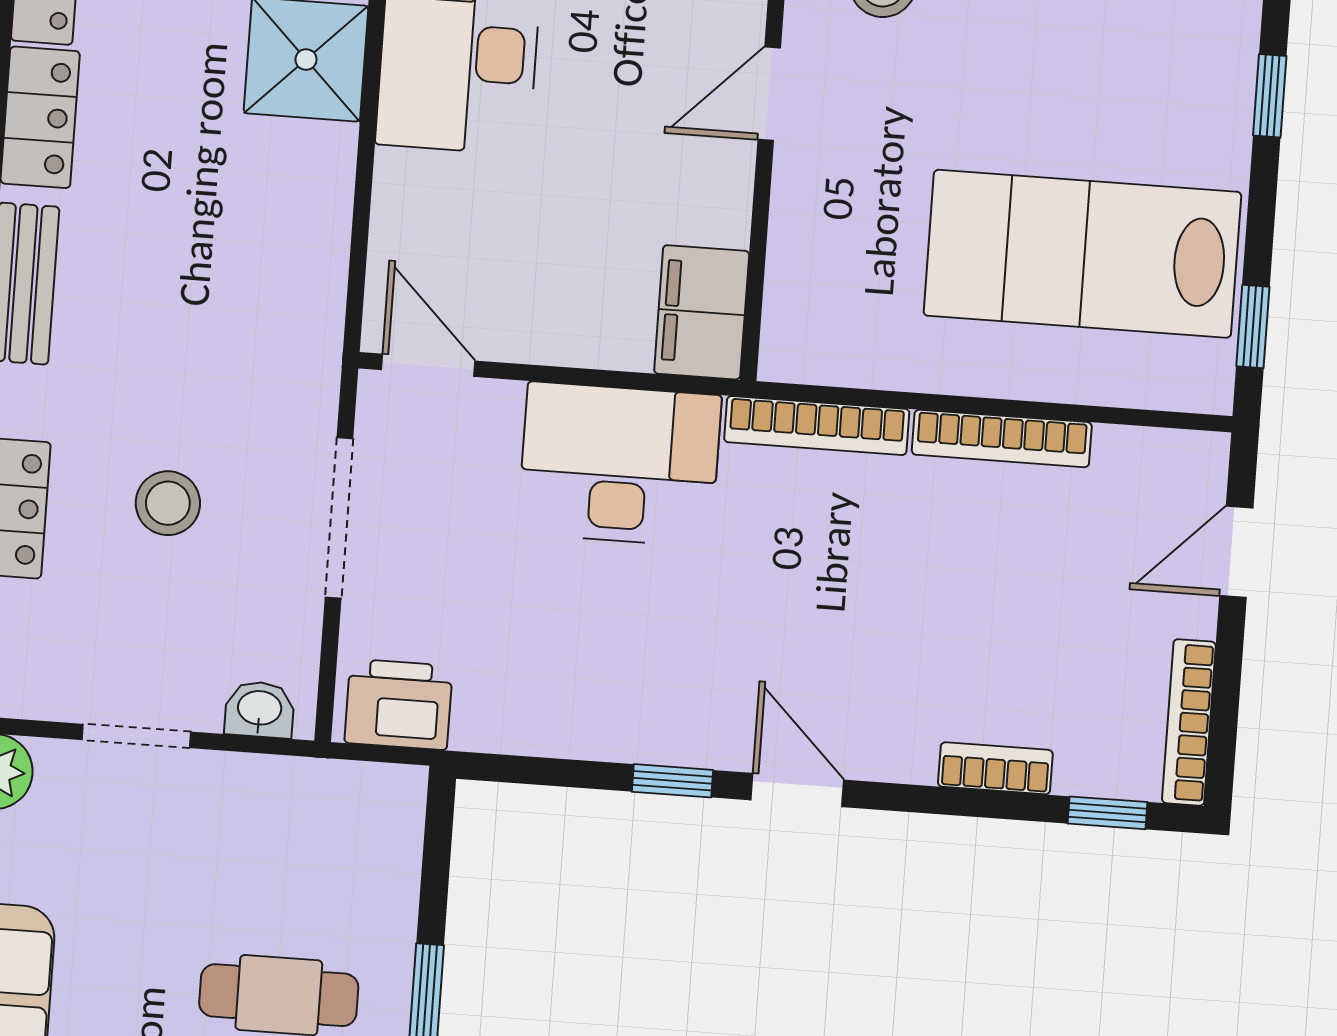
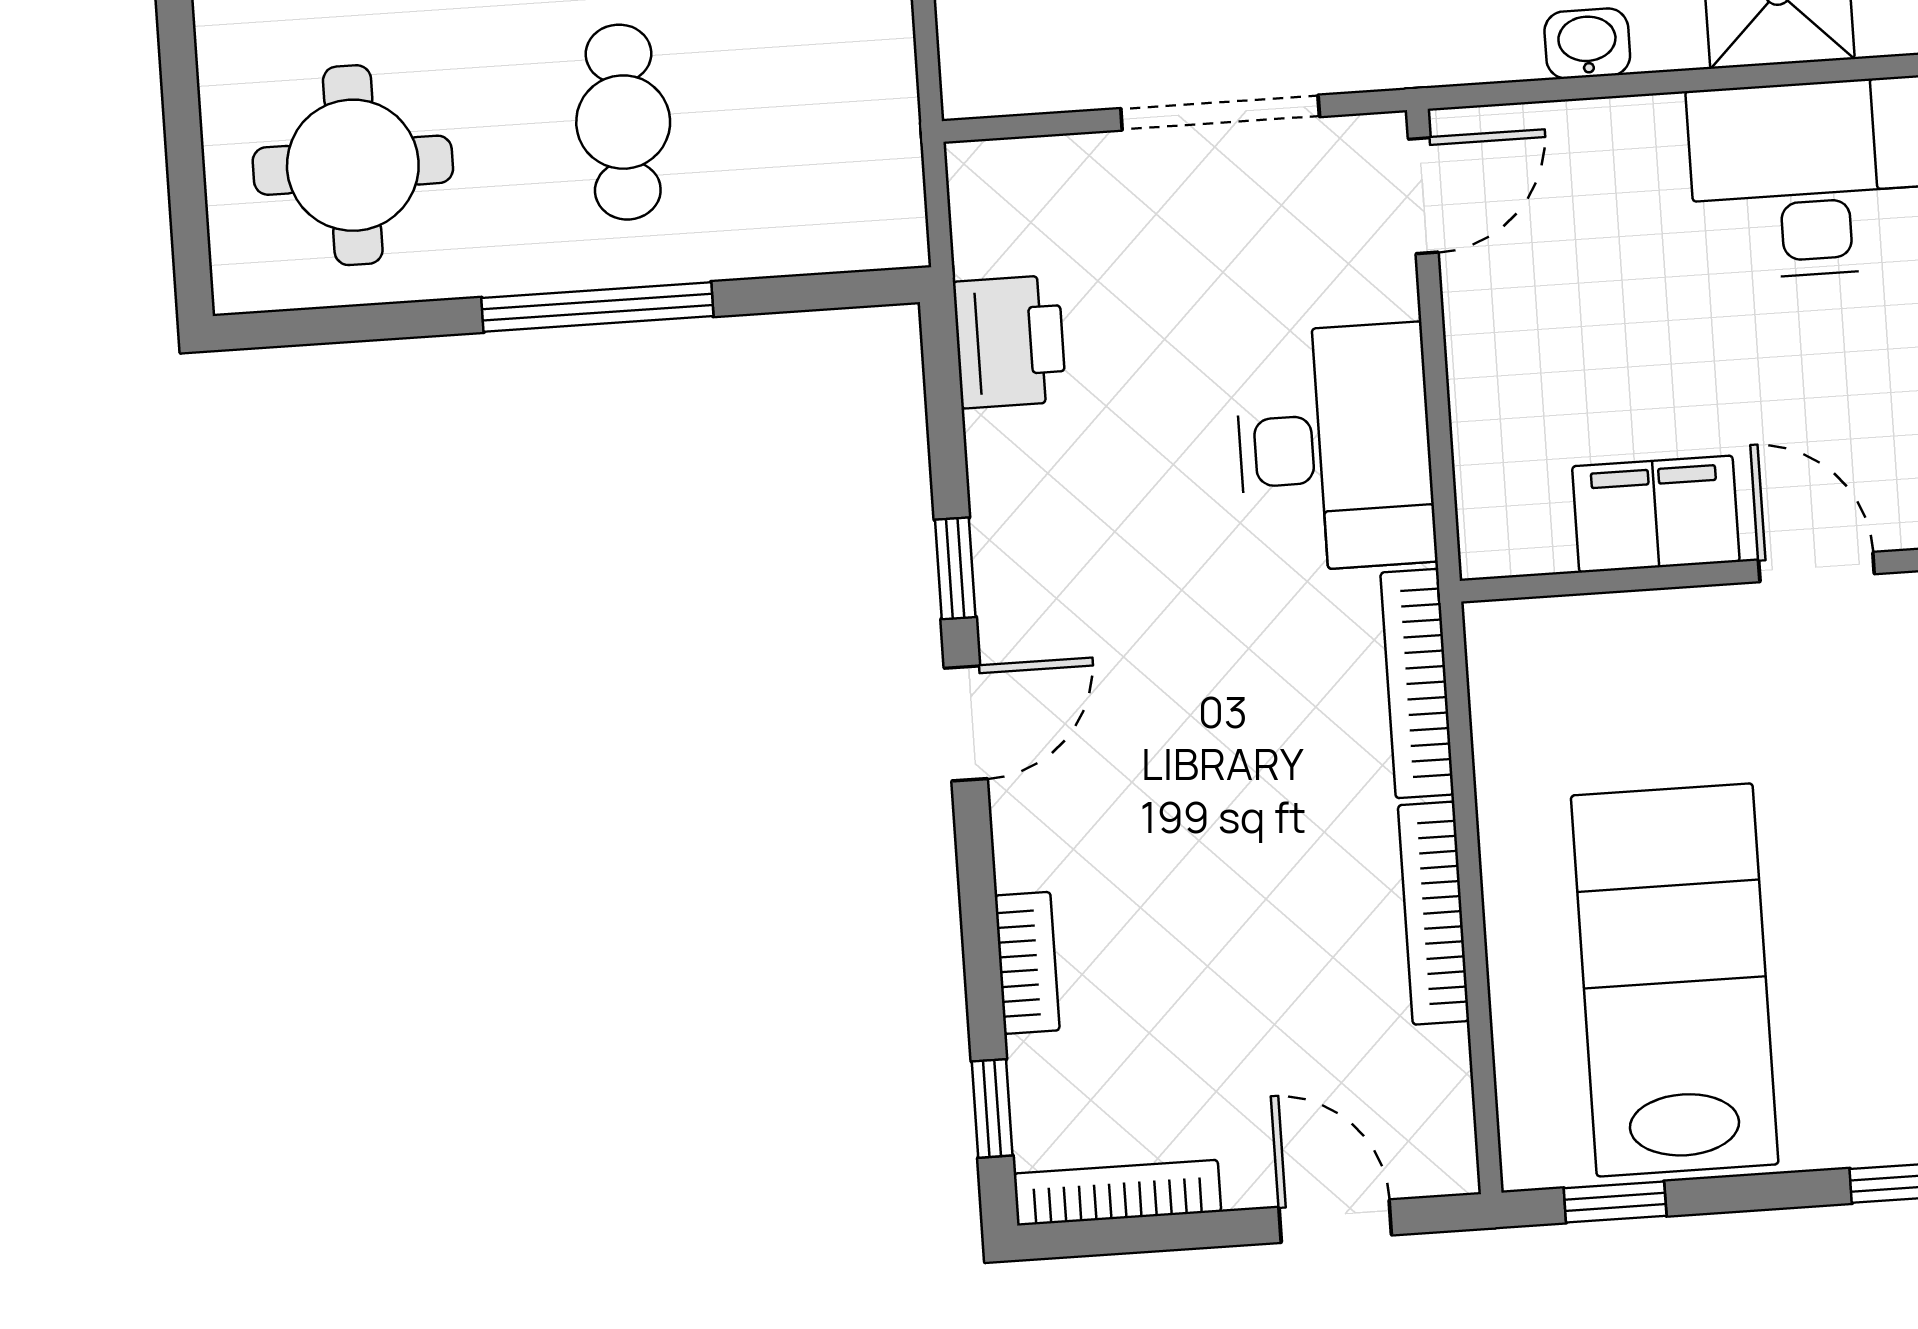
filing cabinet: (702, 312) -> (1656, 514), moved
printer: (399, 704) -> (1010, 342), moved
washbasin: (259, 709) -> (1587, 44), moved, turned -90

